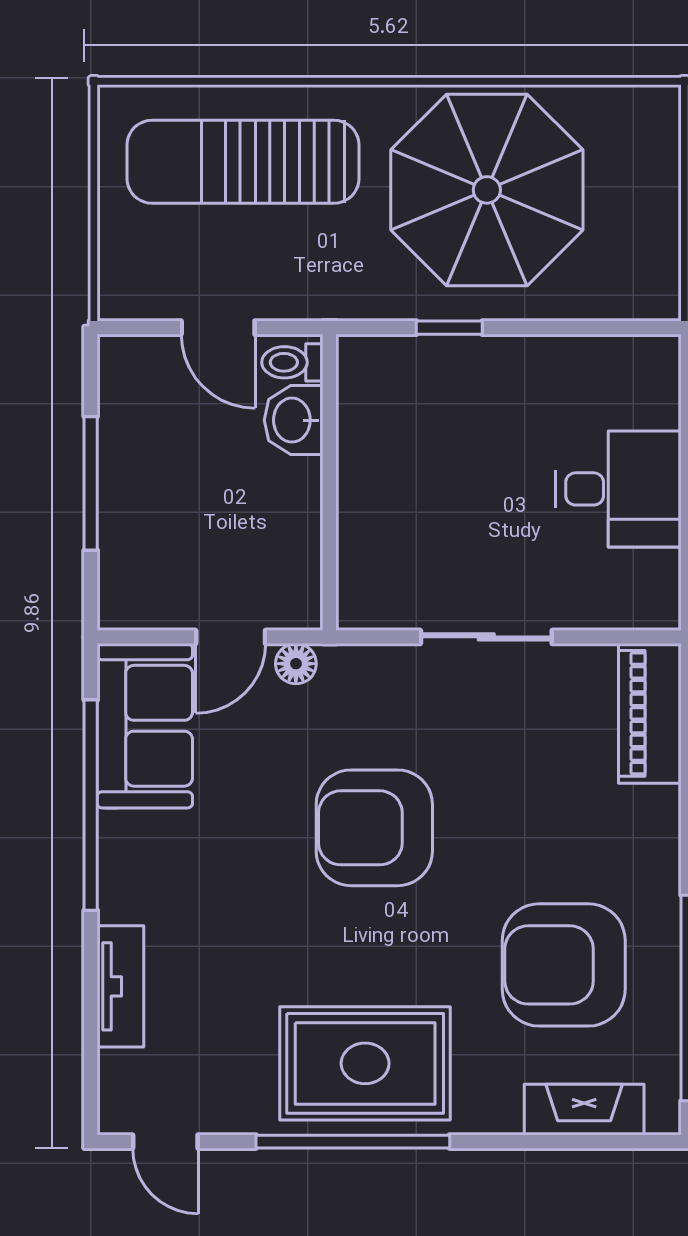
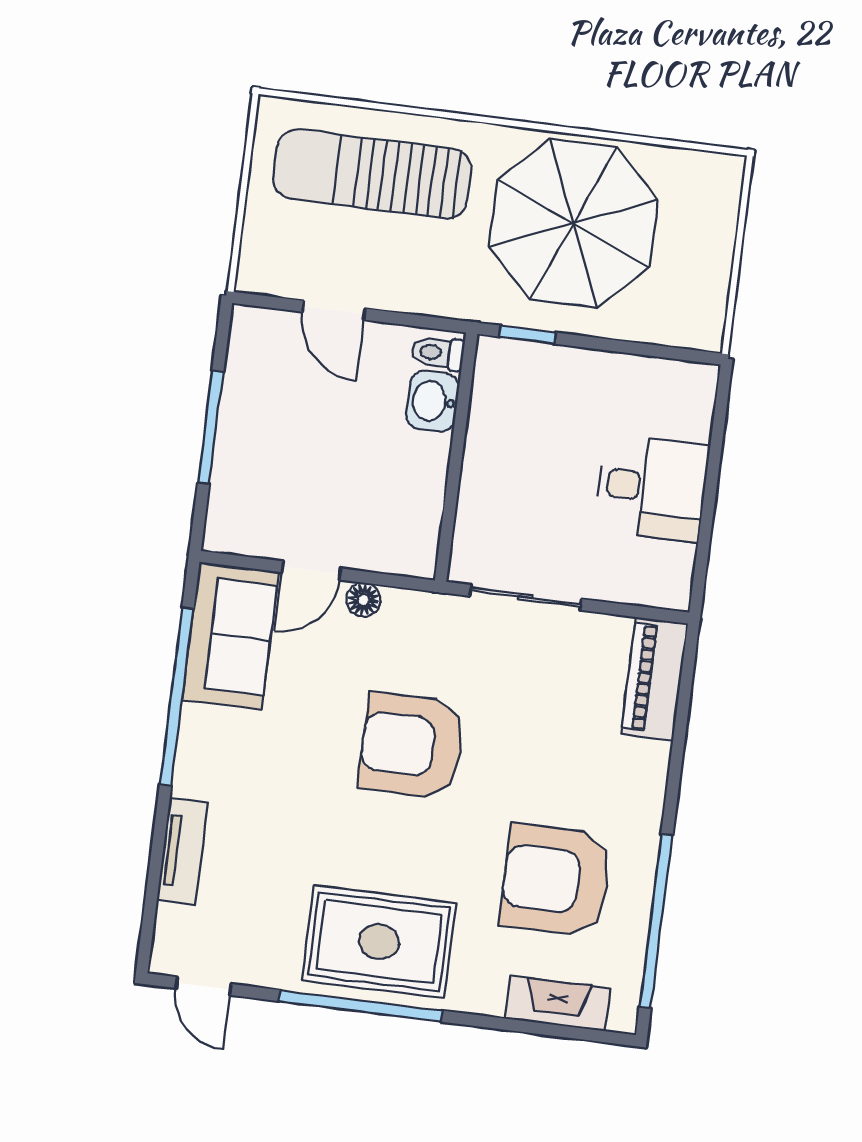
toilet: (292, 362) -> (438, 353), moved
washbasin: (294, 420) -> (433, 401), moved
wall: (329, 482) -> (456, 457), moved

